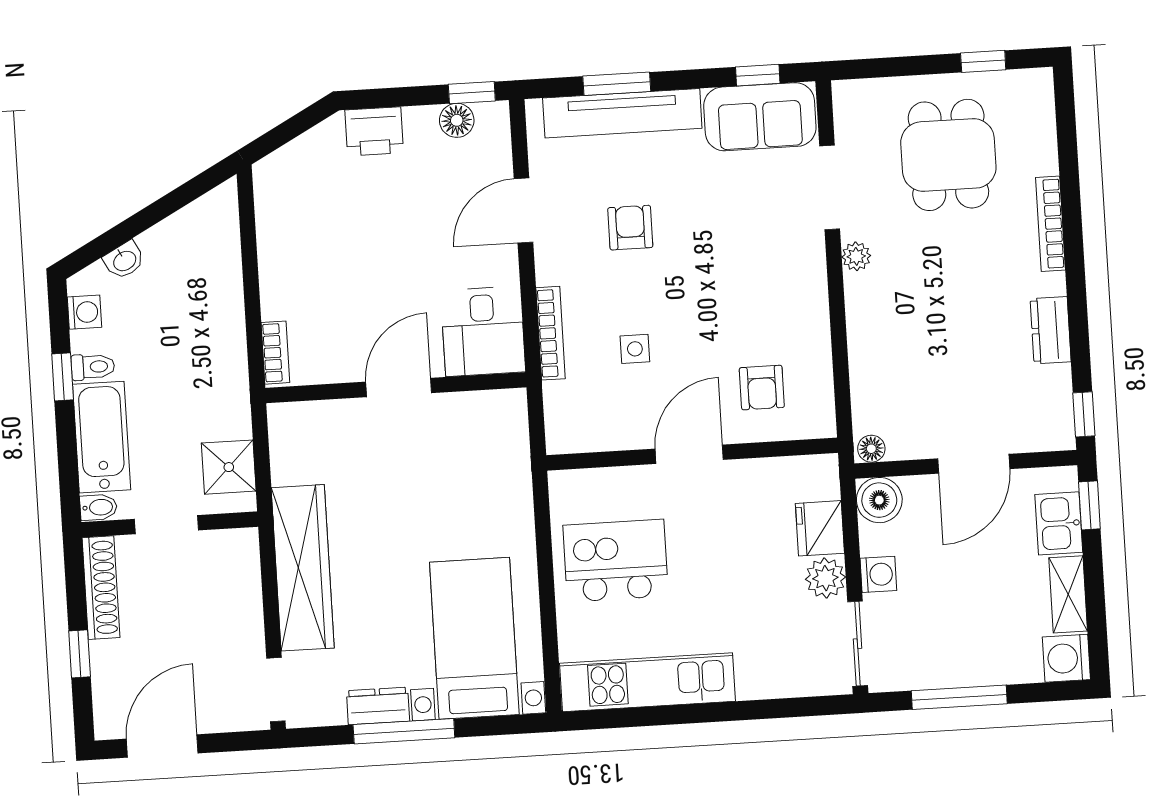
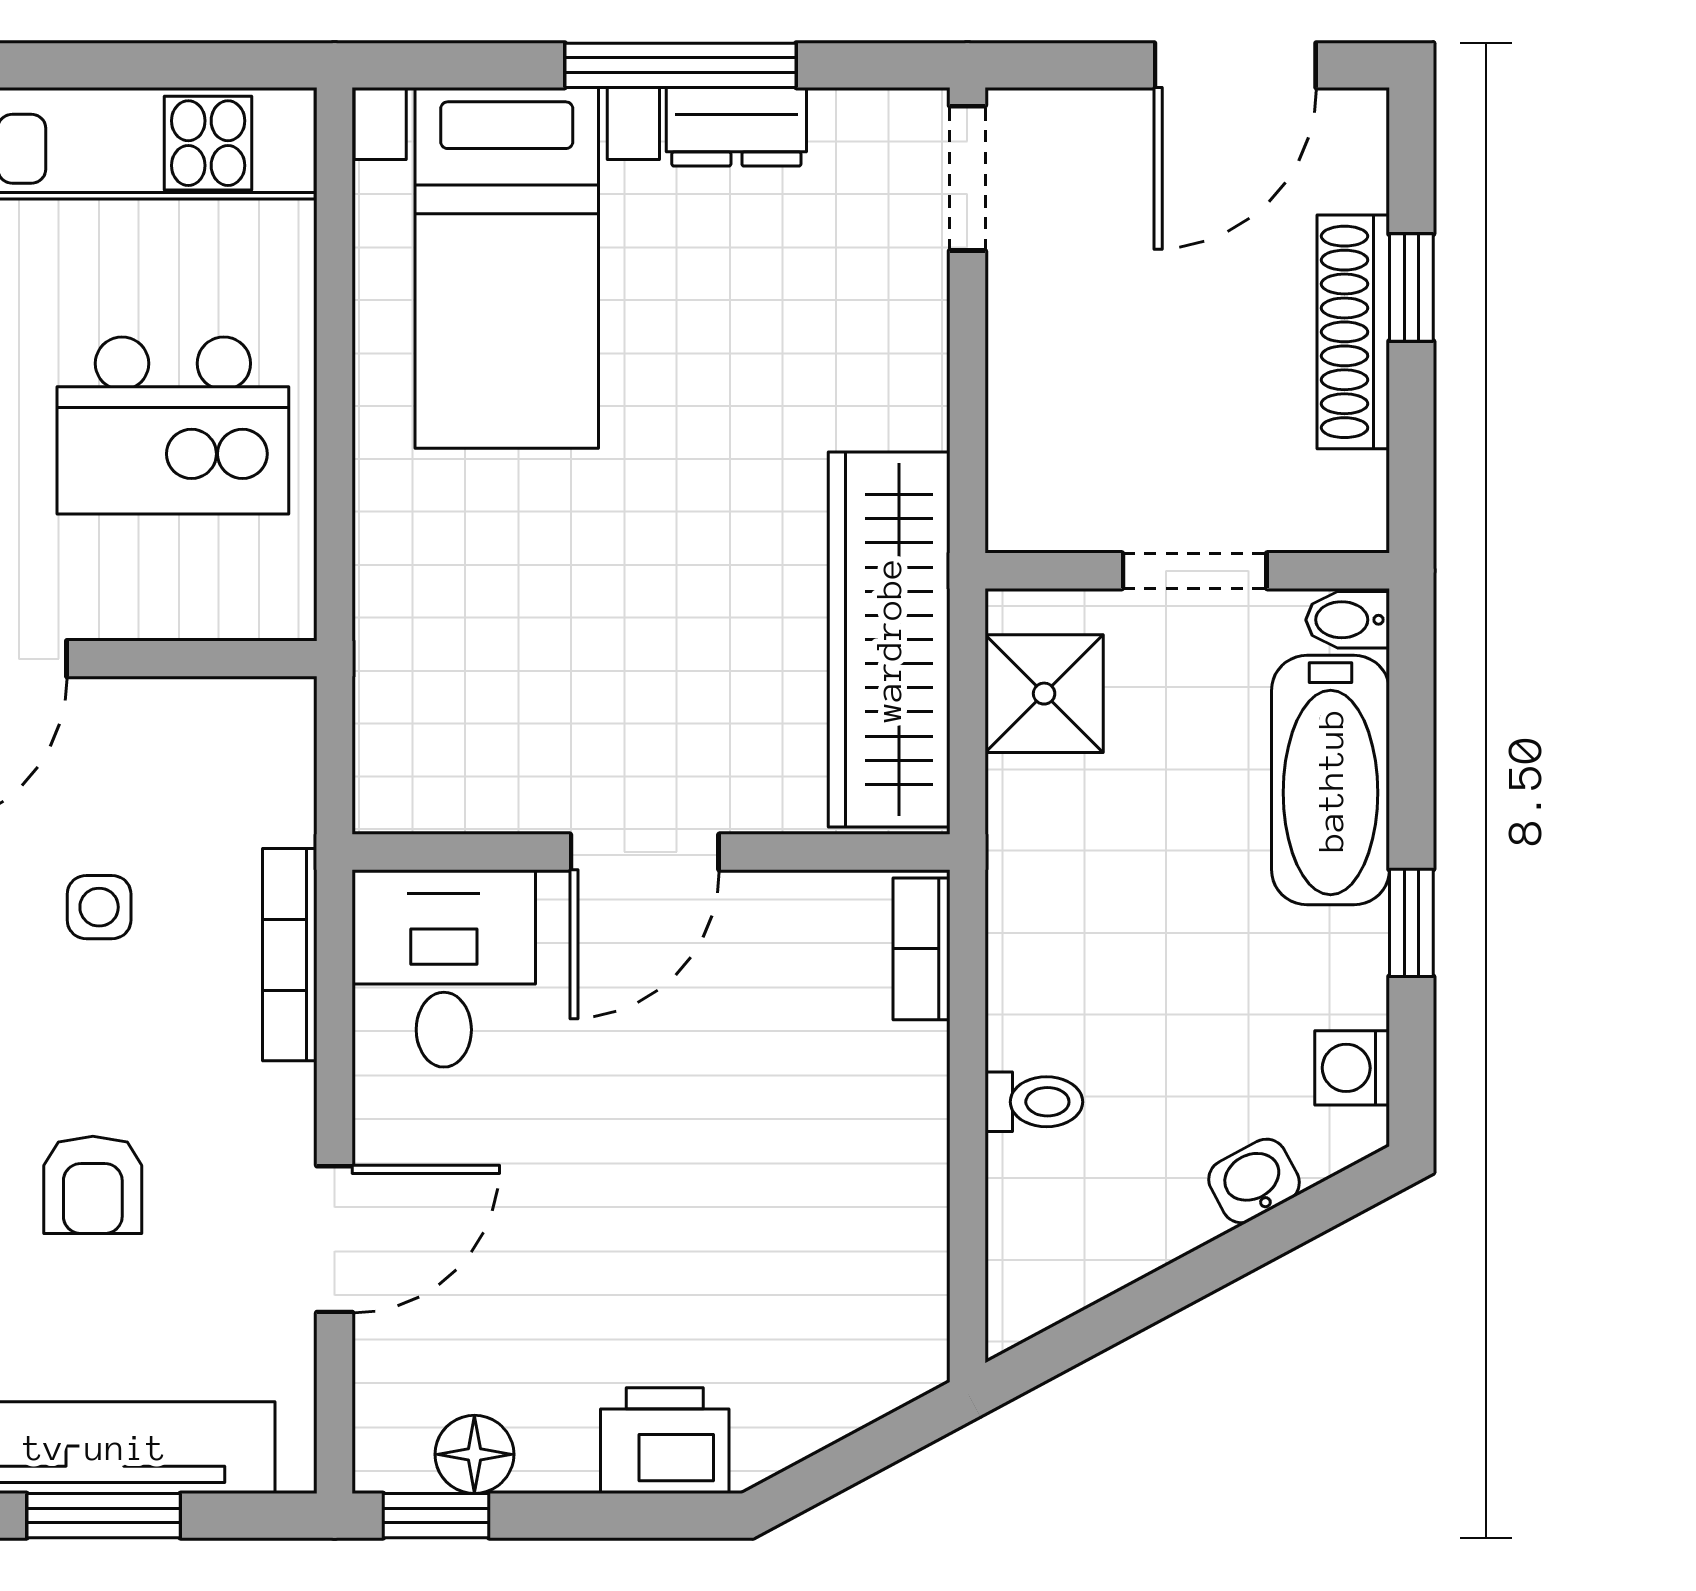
toilet: (93, 367) -> (1034, 1102), moved, turned 180
wardrobe: (303, 568) -> (889, 640), moved
shoe rack: (101, 588) -> (1353, 332), moved

